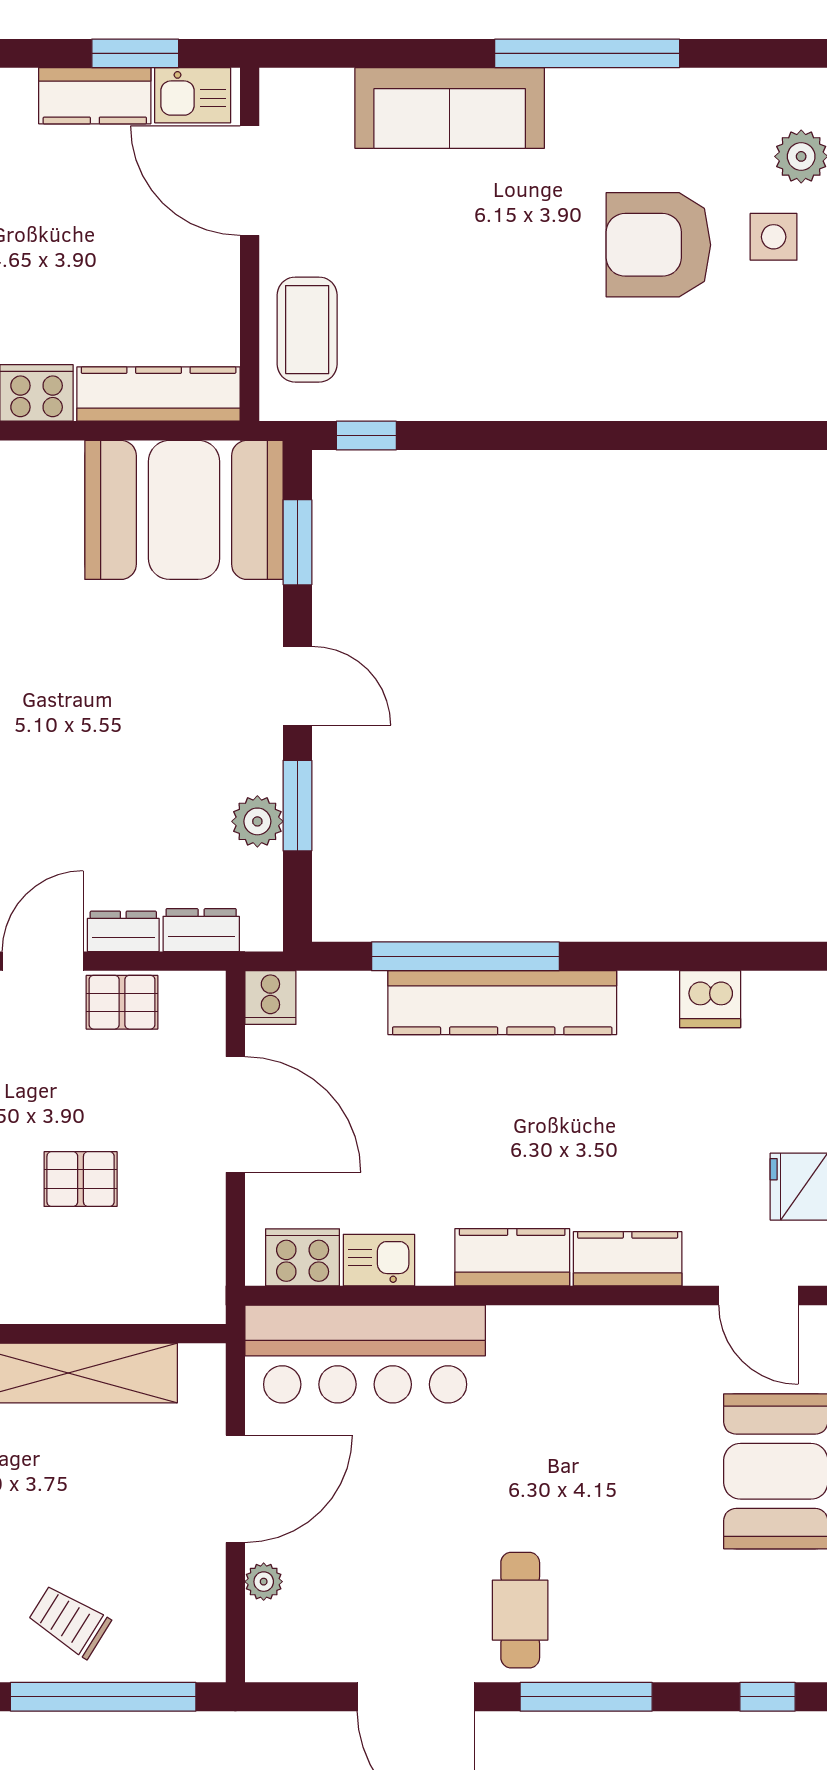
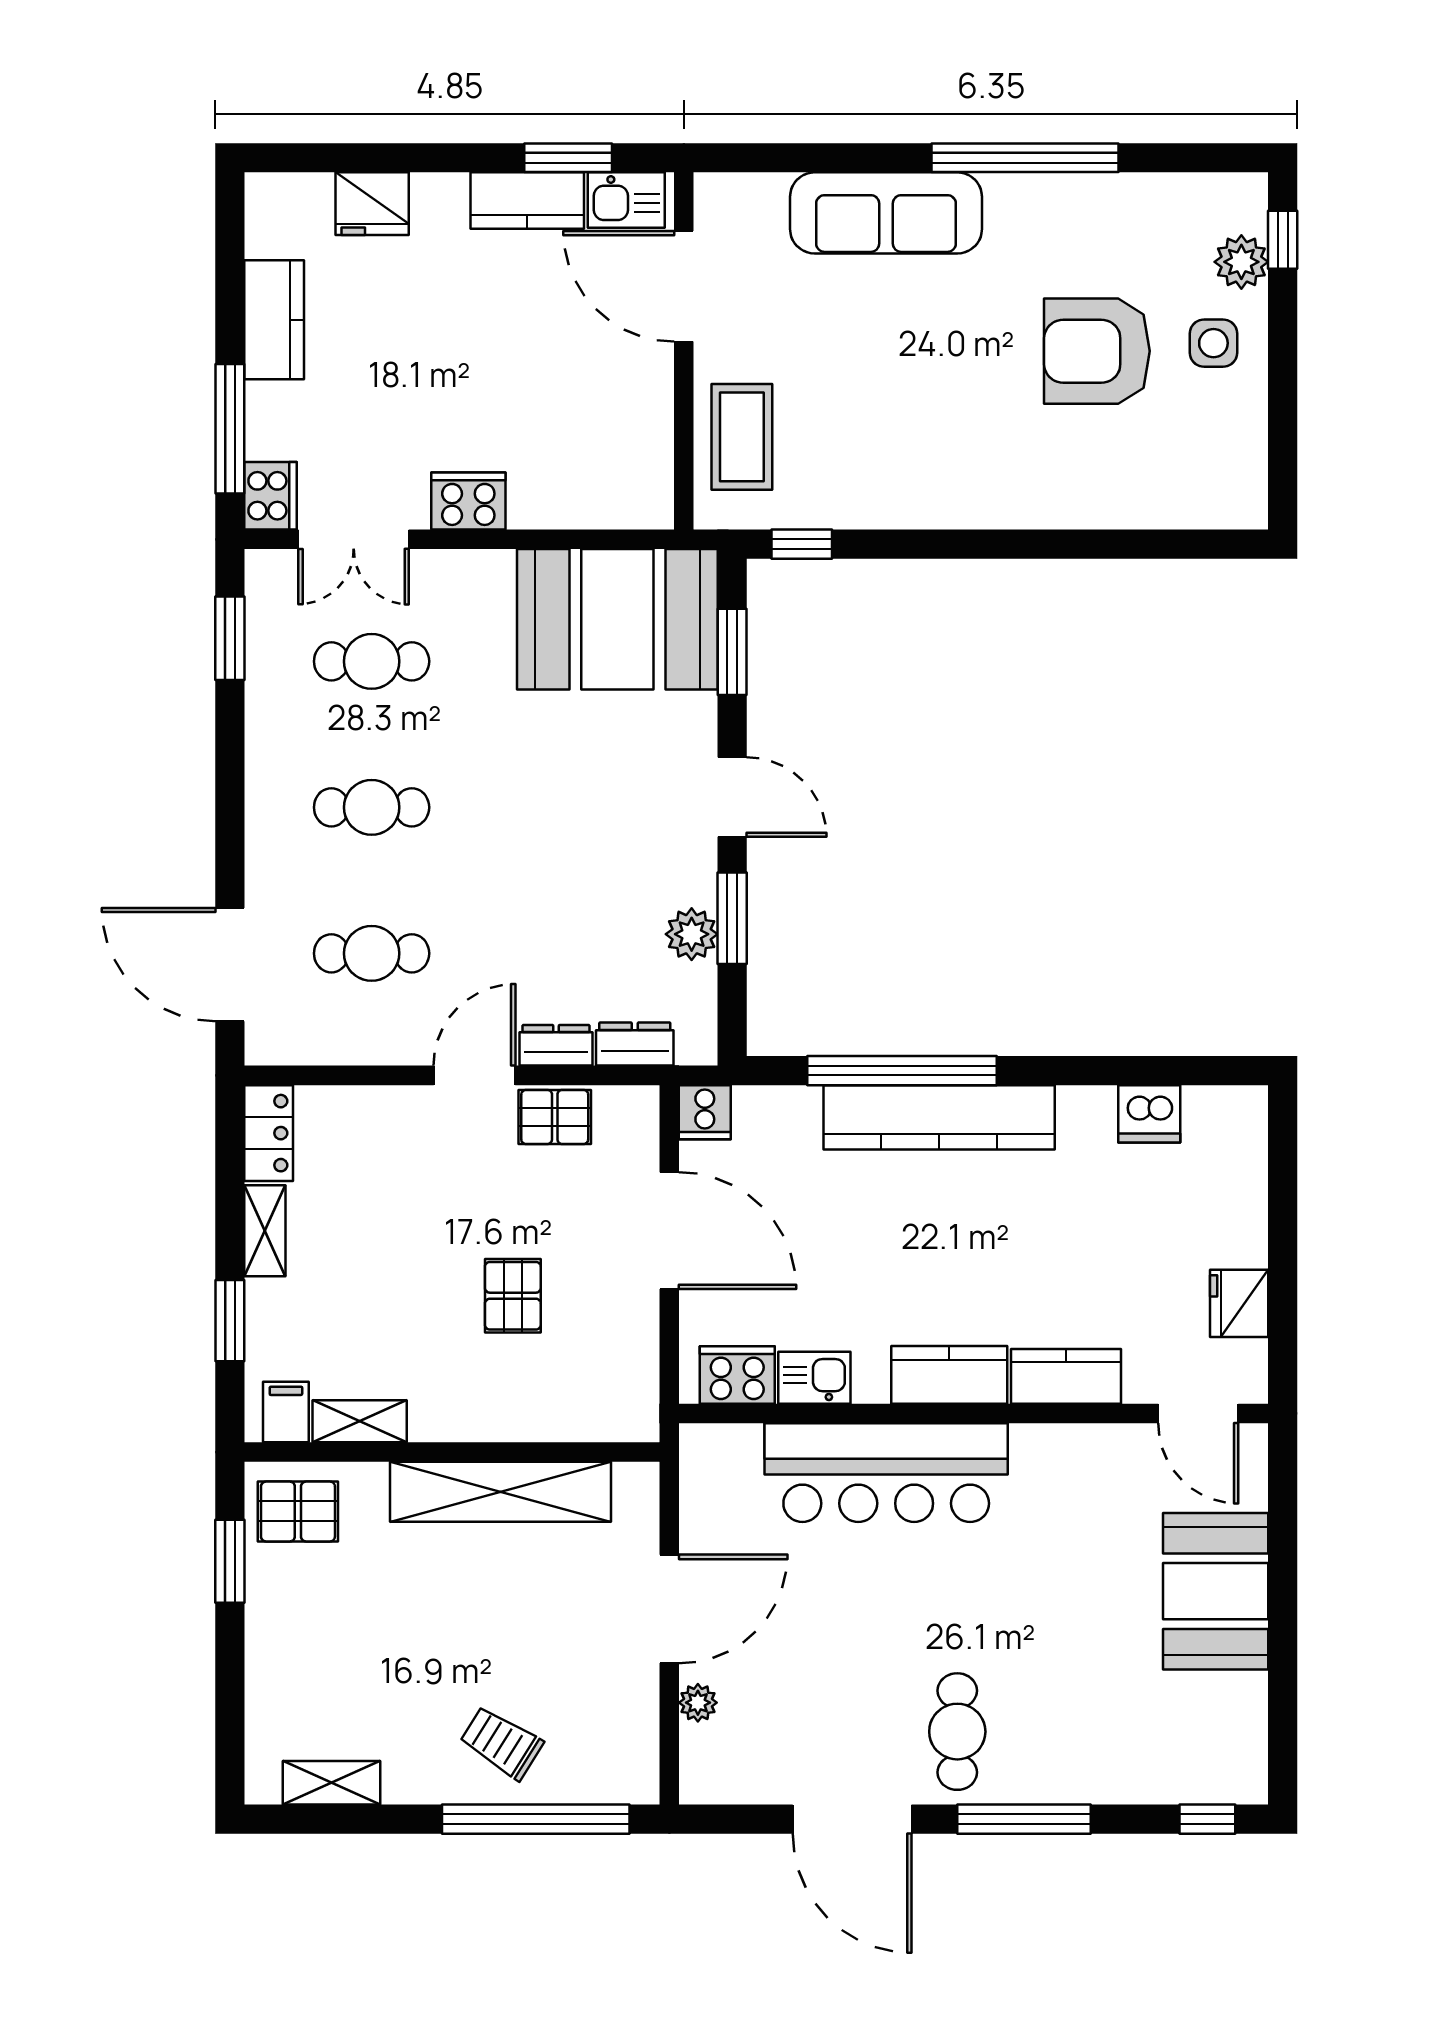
kitchen counter: (159, 394) -> (592, 502), removed
pallet: (81, 1179) -> (513, 1296), turned 90
bar counter: (365, 1354) -> (886, 1473), moved

